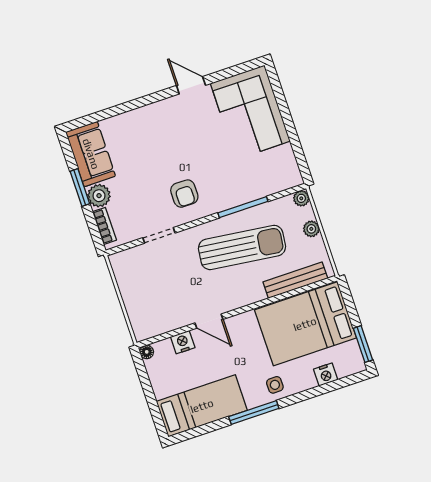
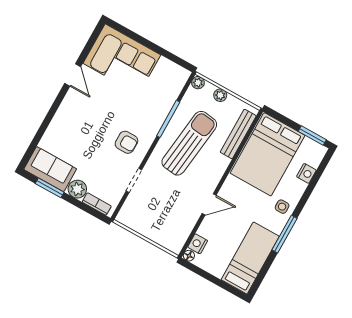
door: (191, 85) -> (73, 75), swing flipped
window: (80, 188) -> (50, 188), moved
nightstand: (183, 342) -> (198, 244), moved

